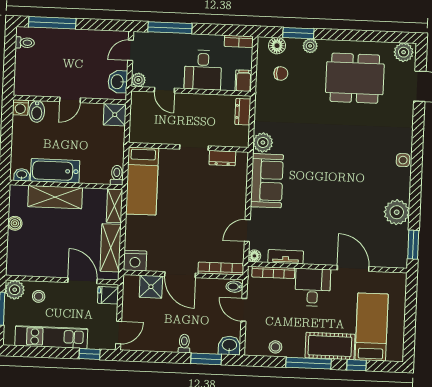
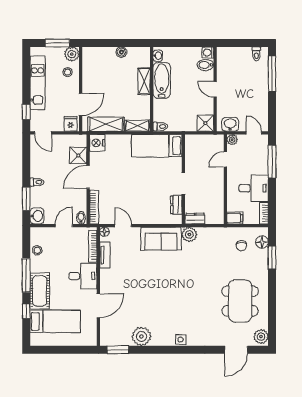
plant: (310, 46) -> (263, 267), removed
desk: (203, 70) -> (254, 188), moved, turned 180
dresser: (243, 112) -> (195, 219), moved
shelving: (55, 197) -> (144, 81), width x0.67, depth x0.75

